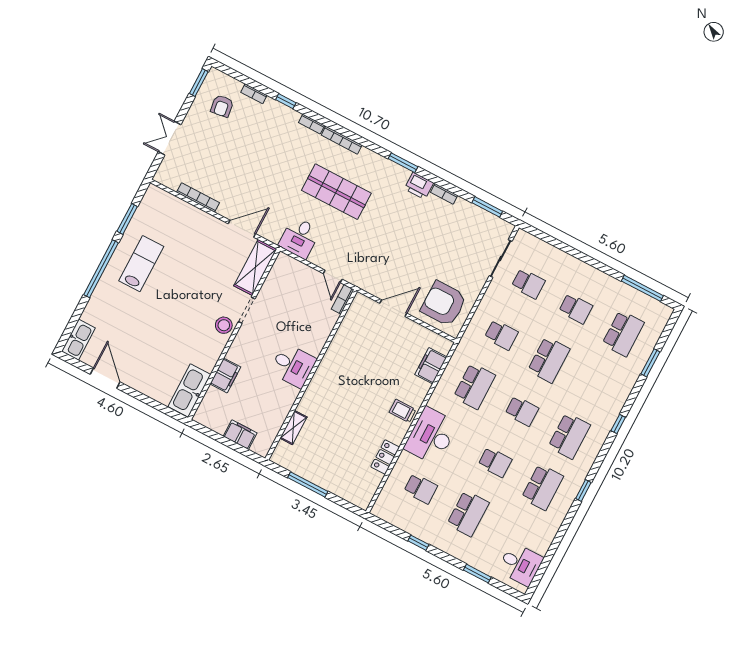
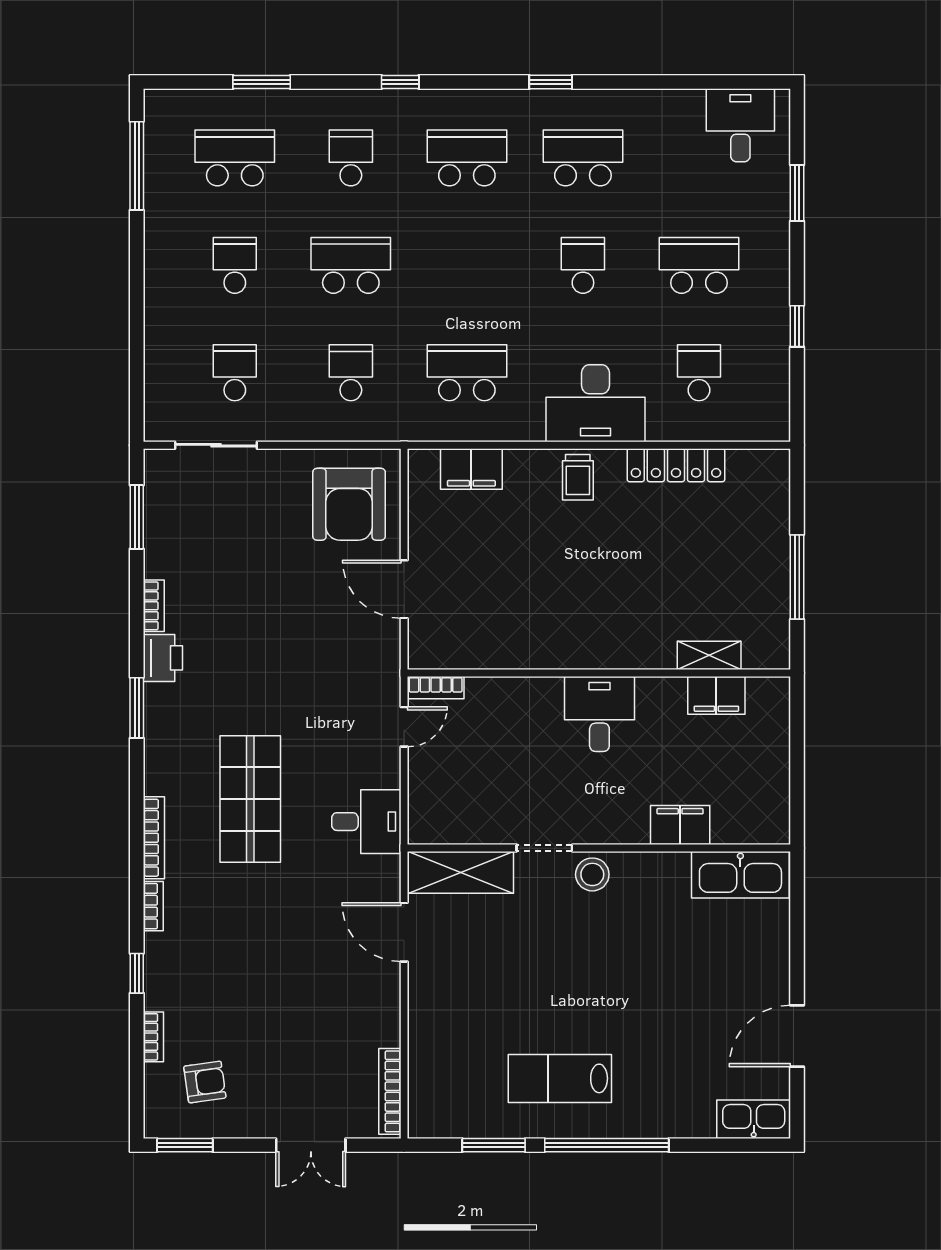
bookcase: (198, 198) -> (390, 1091), moved
school desk: (522, 411) -> (351, 158), moved
filing cabinet: (240, 435) -> (716, 695), moved, turned -90
locker: (385, 457) -> (676, 465), width x1.53

